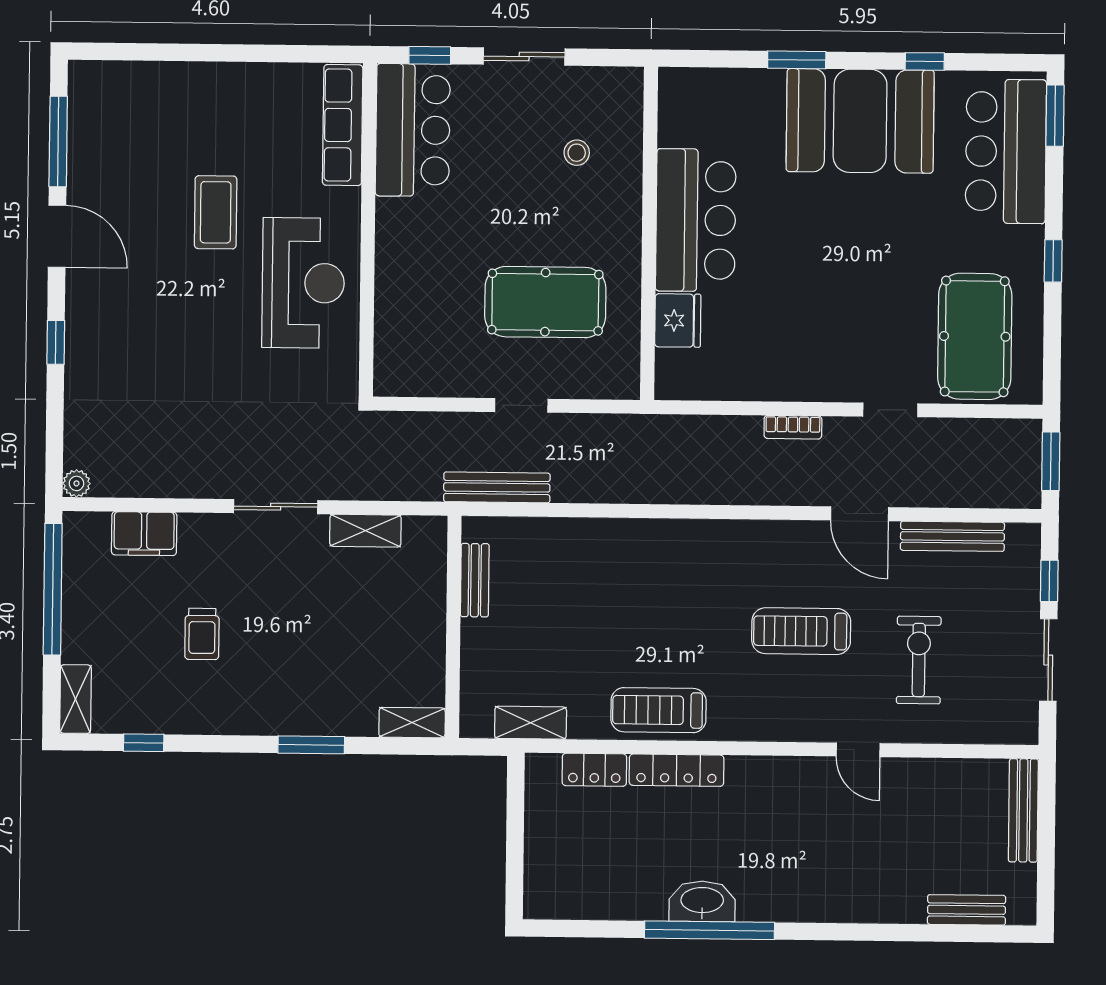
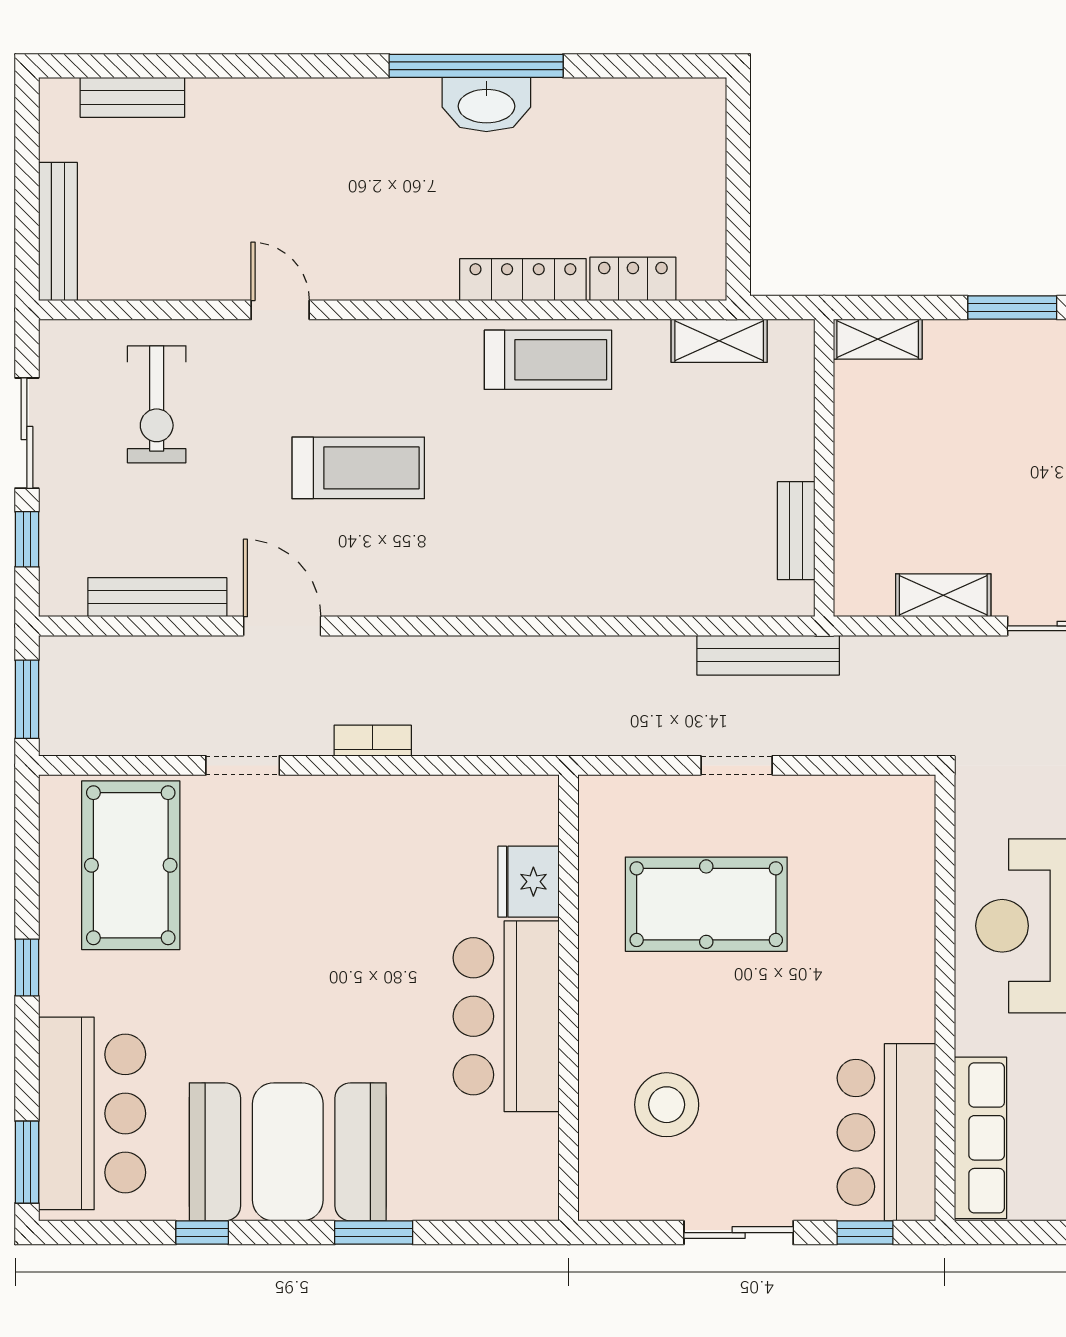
stool: (577, 153) -> (667, 1105), width x1.89, depth x1.89
exercise bike: (919, 660) -> (157, 404), moved

